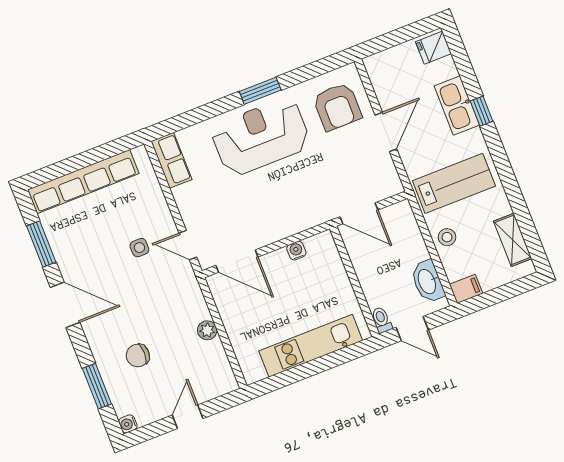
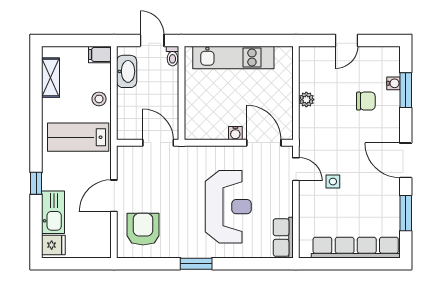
kitchen sink: (457, 106) -> (53, 212), moved
reception desk: (261, 137) -> (228, 207), moved, turned -90
water cooler: (296, 251) -> (235, 133), moved
water cooler: (128, 424) -> (393, 83), moved

